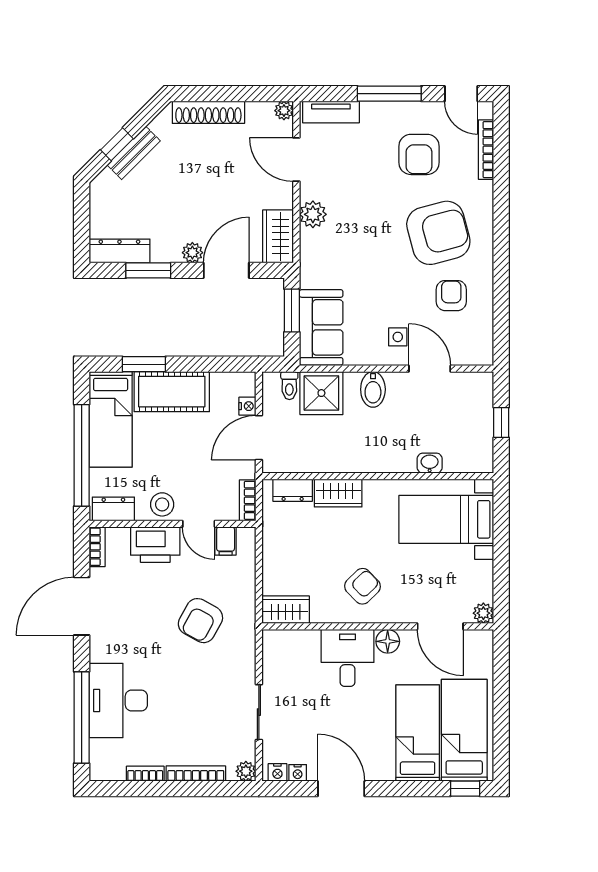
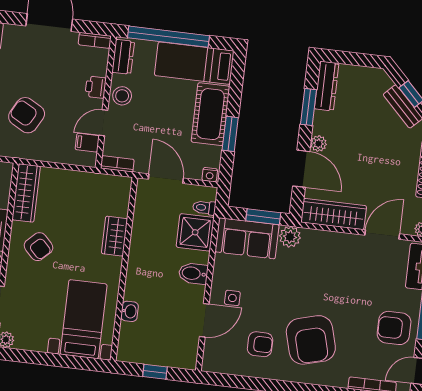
armchair: (419, 154) -> (394, 328), moved
plant: (313, 214) -> (290, 237), moved
wardrobe: (278, 236) -> (334, 214), width x1.50
window: (144, 364) -> (230, 134), moved
nightstand: (247, 406) -> (210, 175), moved
dresser: (293, 490) -> (121, 200), removed
printer: (155, 545) -> (96, 87), width x0.53, depth x0.68
wardrobe: (286, 610) -> (26, 193), width x1.50

